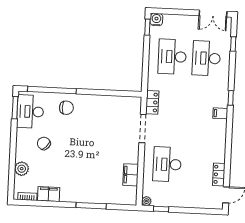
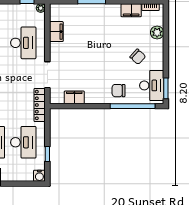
window: (147, 27) -> (47, 154), moved
locker: (152, 102) -> (40, 105), width x1.53
filing cabinet: (115, 103) -> (74, 97), added

